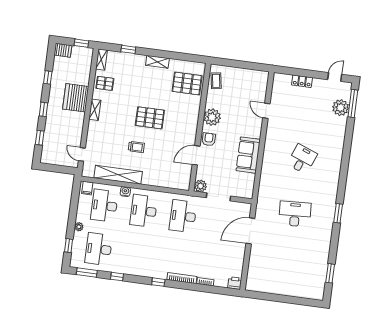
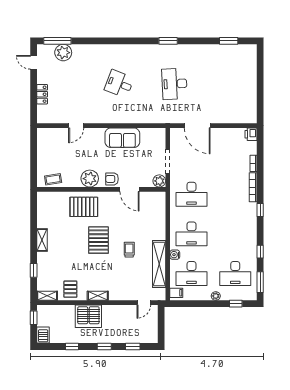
pallet: (187, 83) -> (84, 207), moved, turned 90

